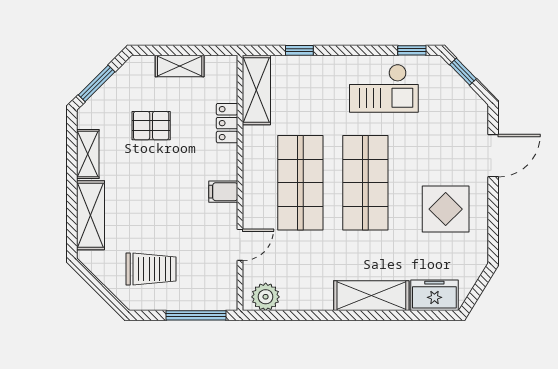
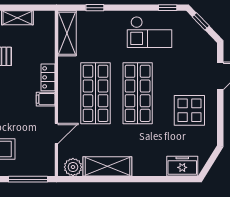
locker: (227, 123) -> (48, 77), moved
shelving: (371, 296) -> (107, 166), moved

